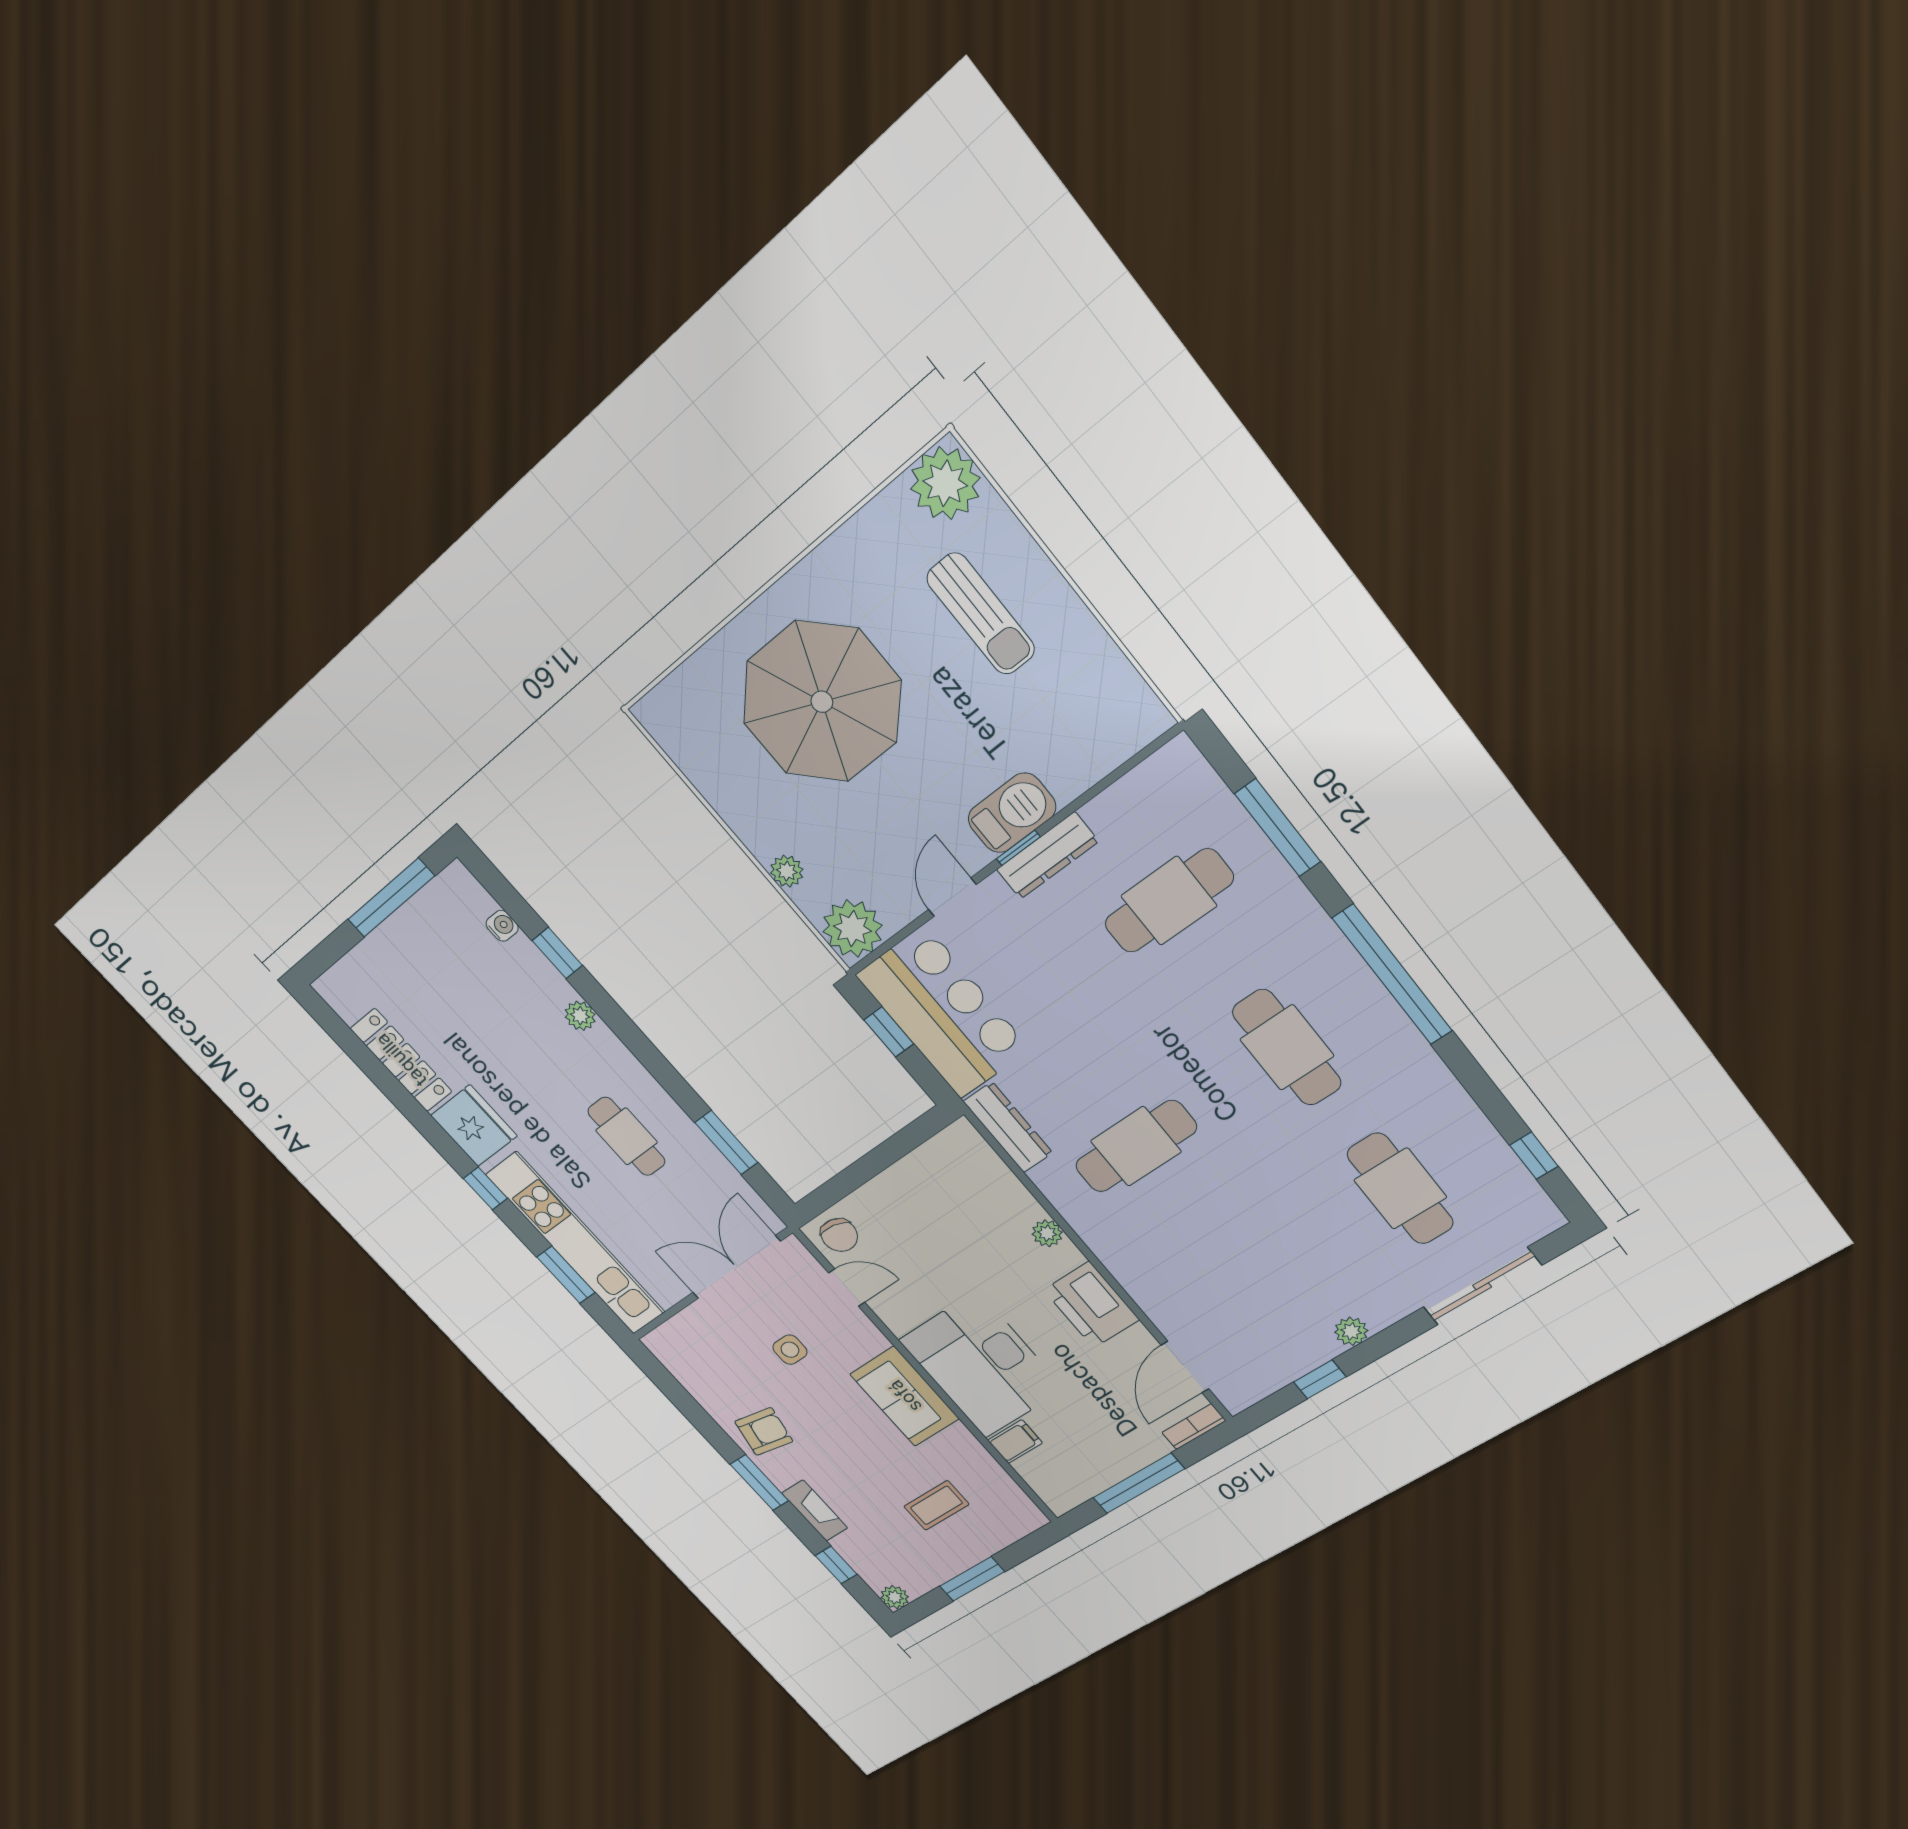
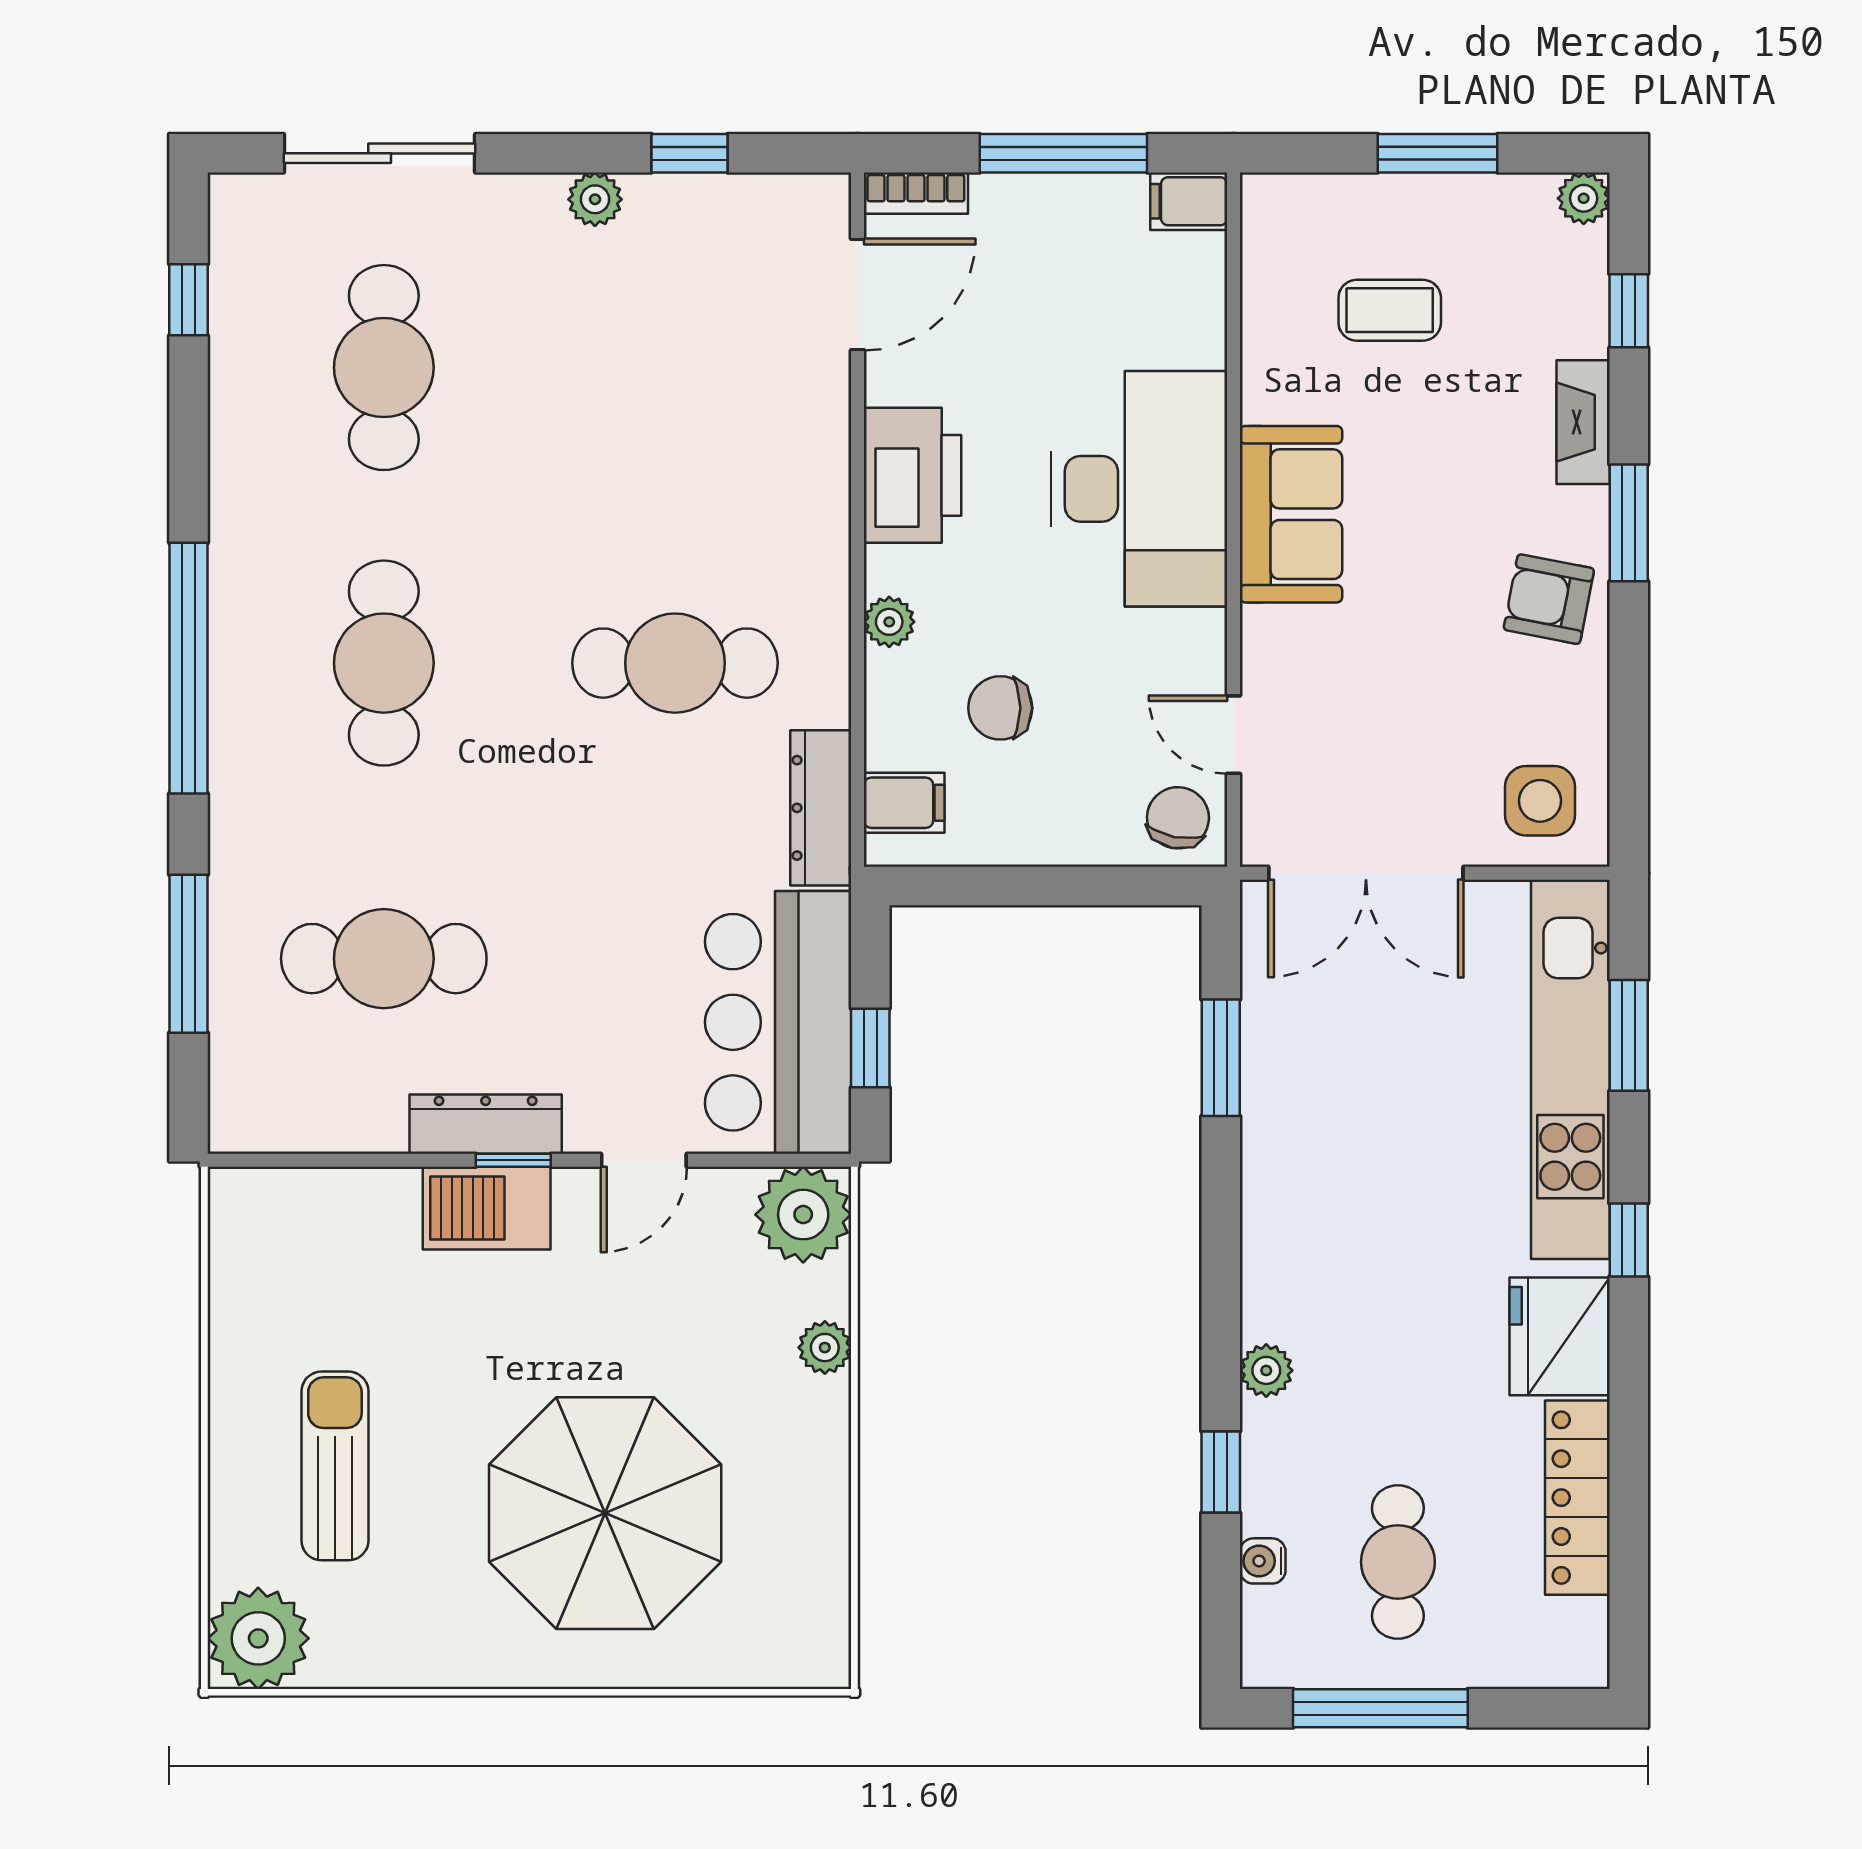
cafe table: (626, 1136) -> (1398, 1562), moved
filing cabinet: (970, 1157) -> (904, 803), added
chair: (962, 1229) -> (1000, 708), added
side table: (790, 1350) -> (1540, 801), moved, width x1.37, depth x1.37
filing cabinet: (1015, 1442) -> (1189, 201), moved

